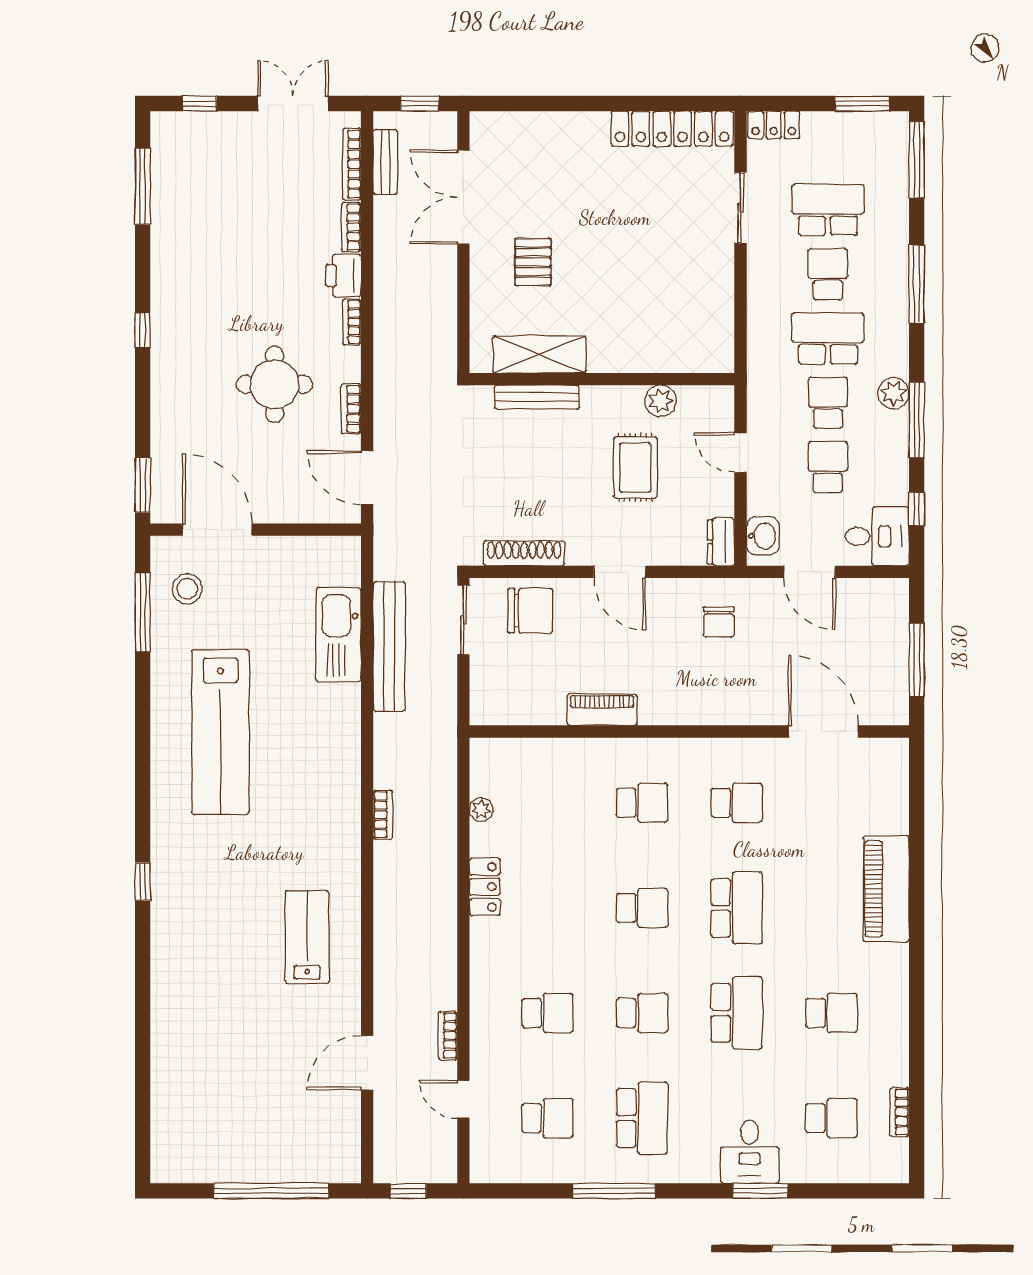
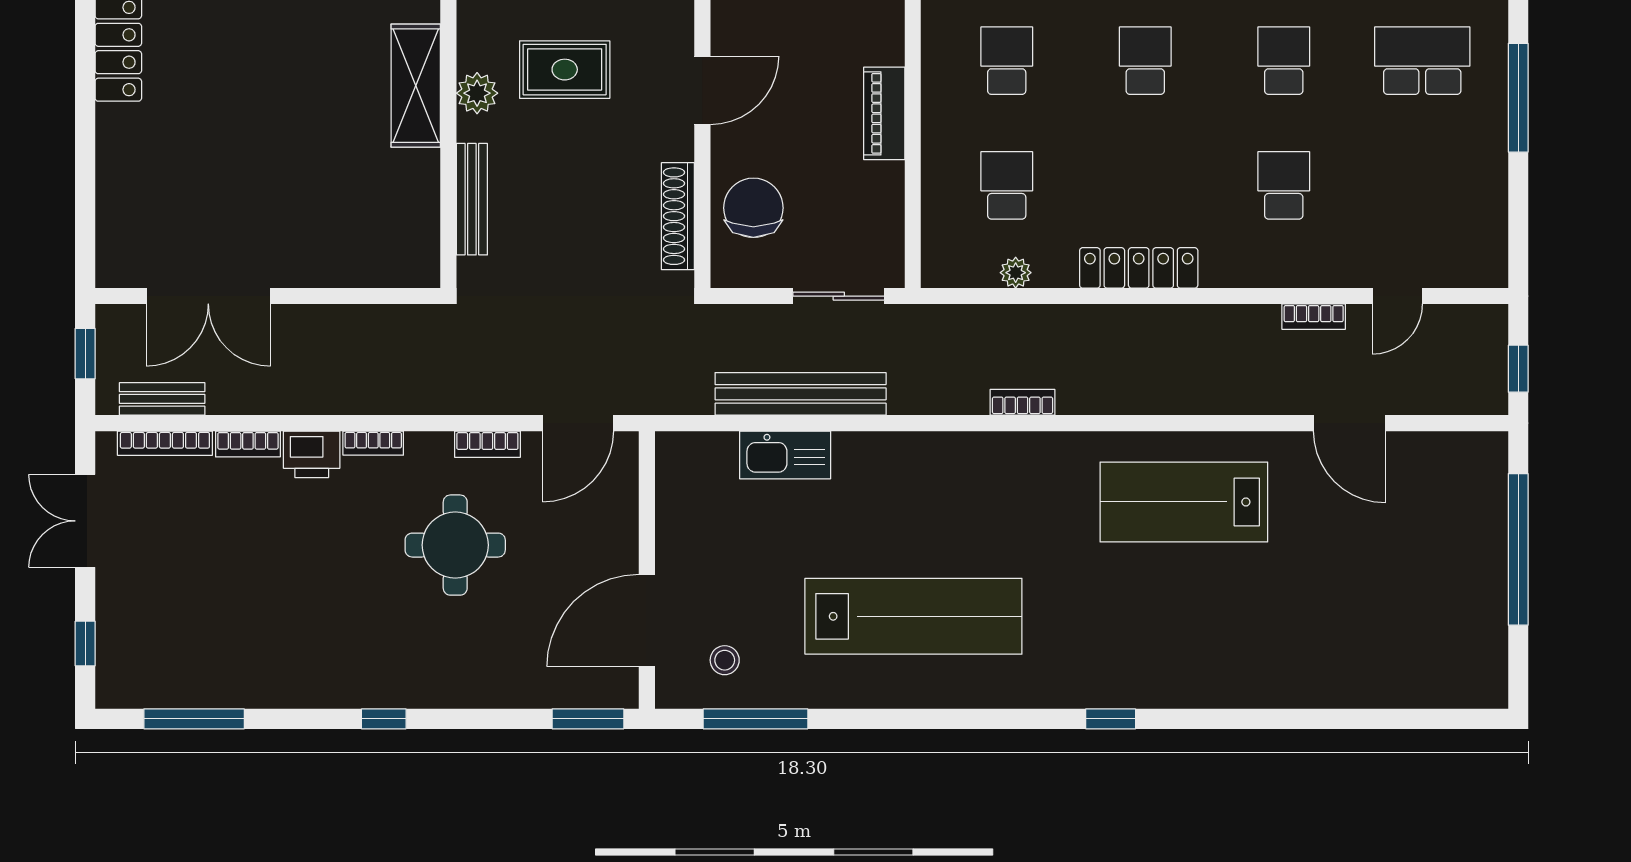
pallet: (533, 262) -> (294, 204), removed
shelving: (539, 354) -> (416, 86), moved
plant: (661, 401) -> (477, 93), moved
stool: (187, 589) -> (725, 660), width x0.73, depth x0.73
sliding door: (463, 620) -> (839, 296), moved
kitchen sink: (338, 635) -> (785, 455), width x0.73, depth x0.81
locker: (485, 887) -> (1139, 268), width x1.53
lab bench: (307, 937) -> (1184, 502), width x1.36, depth x1.39
school desk: (547, 1118) -> (1007, 185), moved

